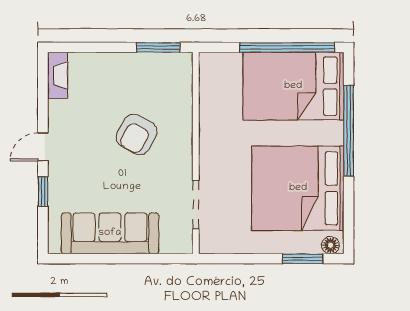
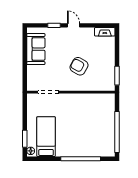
bed: (293, 86) -> (100, 135), removed
bed: (298, 188) -> (46, 137), width x0.49
sofa: (110, 233) -> (36, 49), width x0.73

